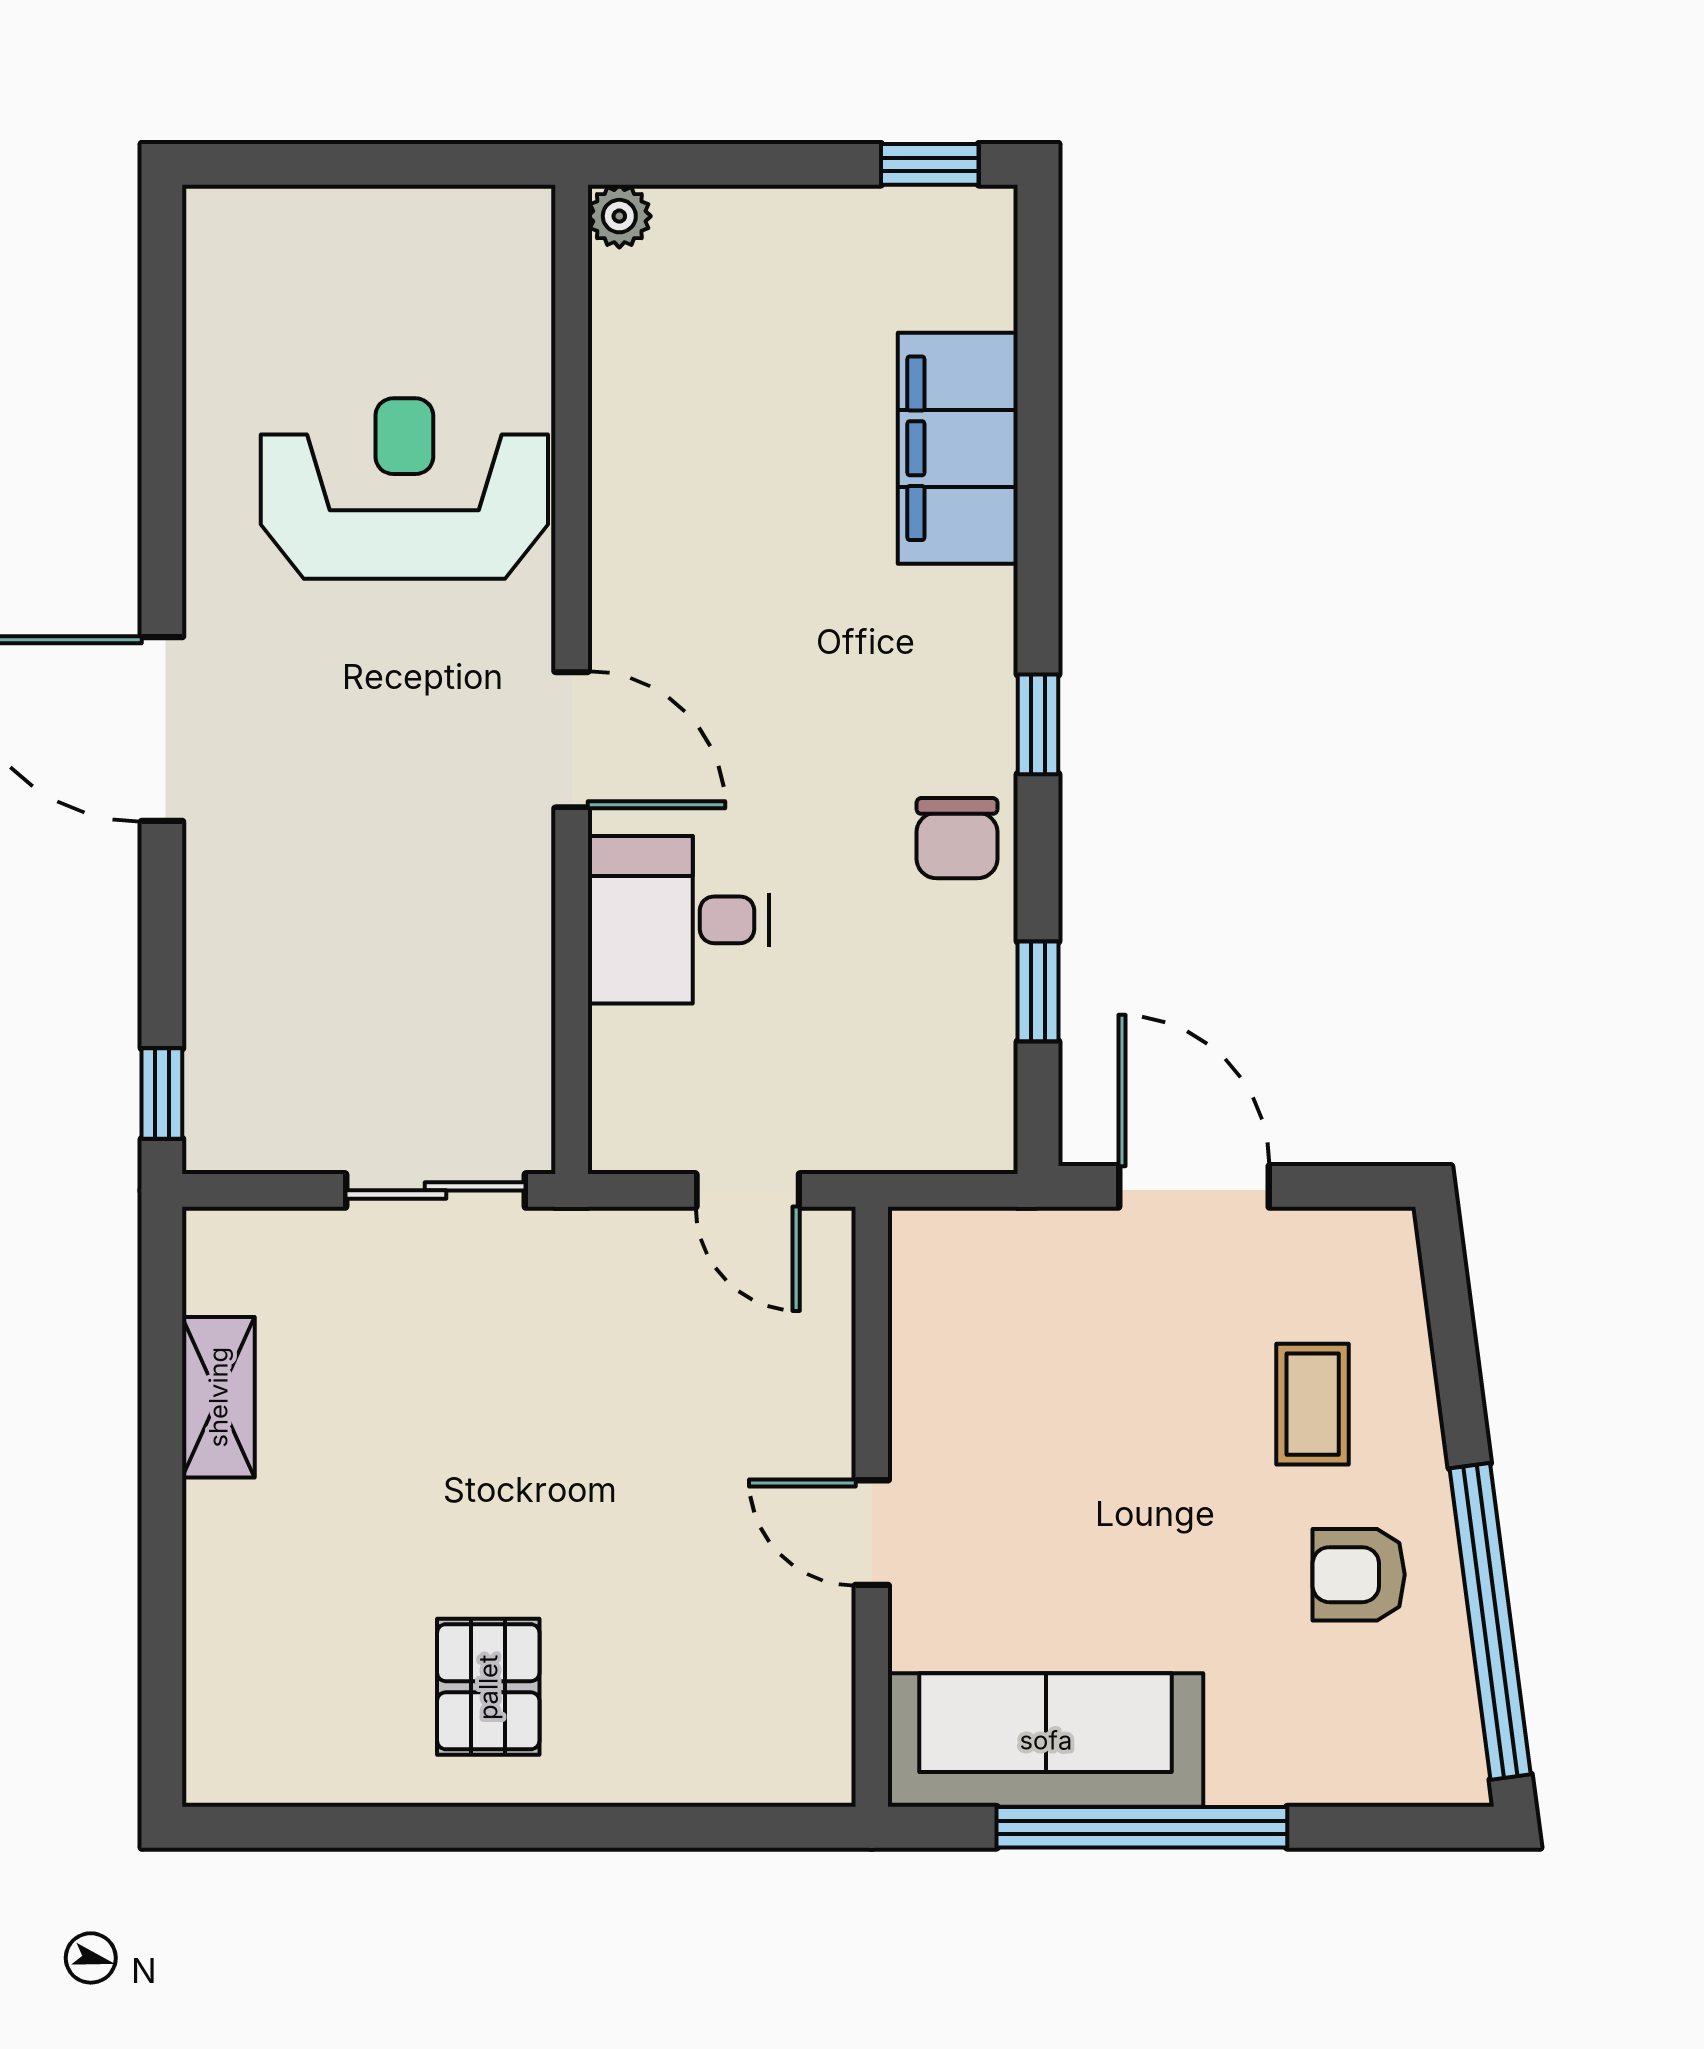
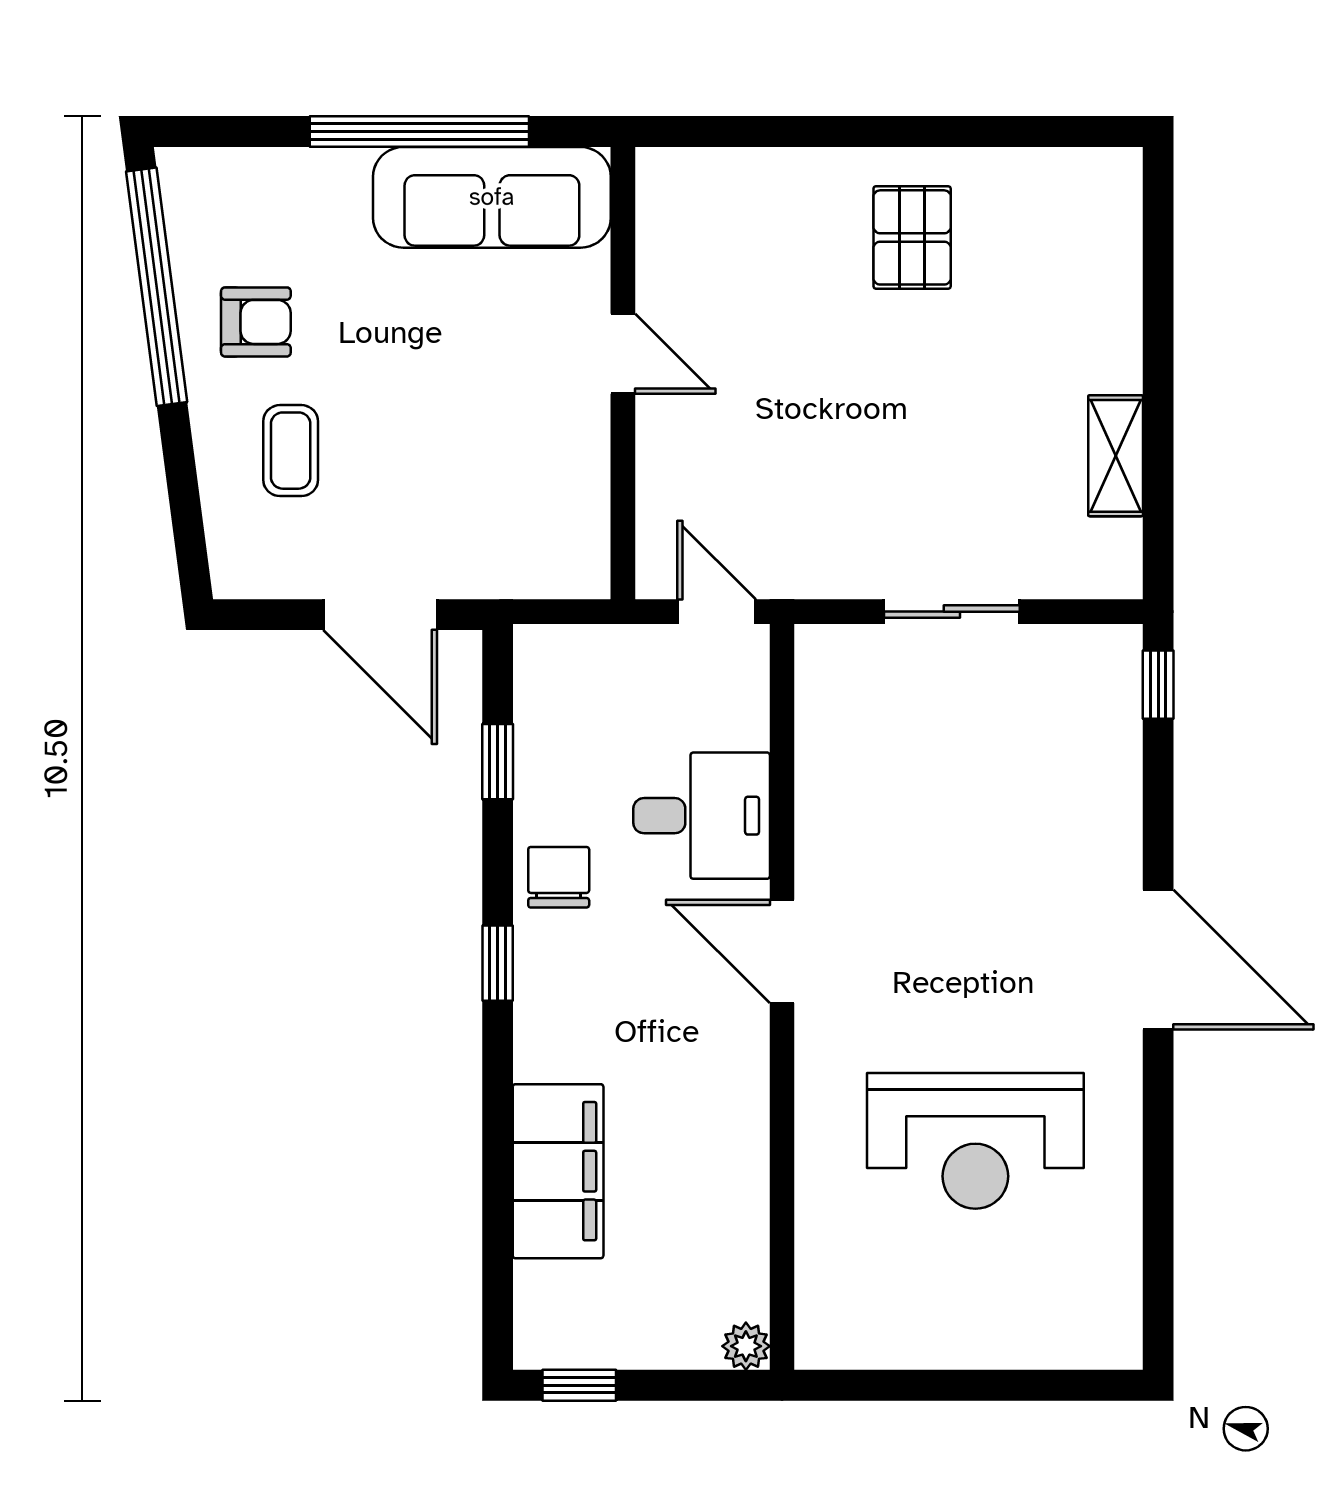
plant: (619, 216) -> (746, 1346), moved
wall: (572, 679) -> (782, 997), moved
door: (572, 740) -> (782, 951), moved
desk: (678, 920) -> (702, 816), moved

